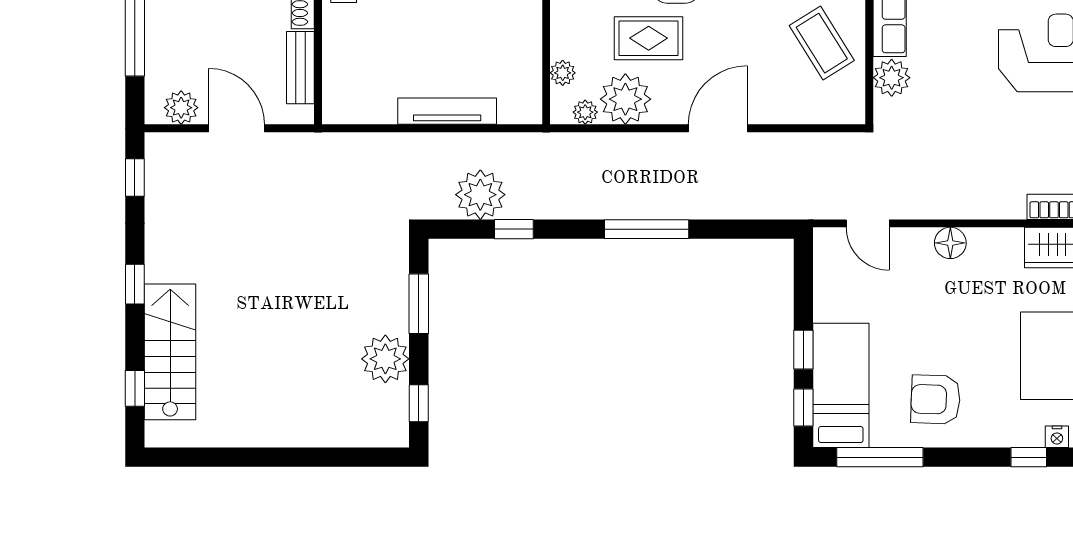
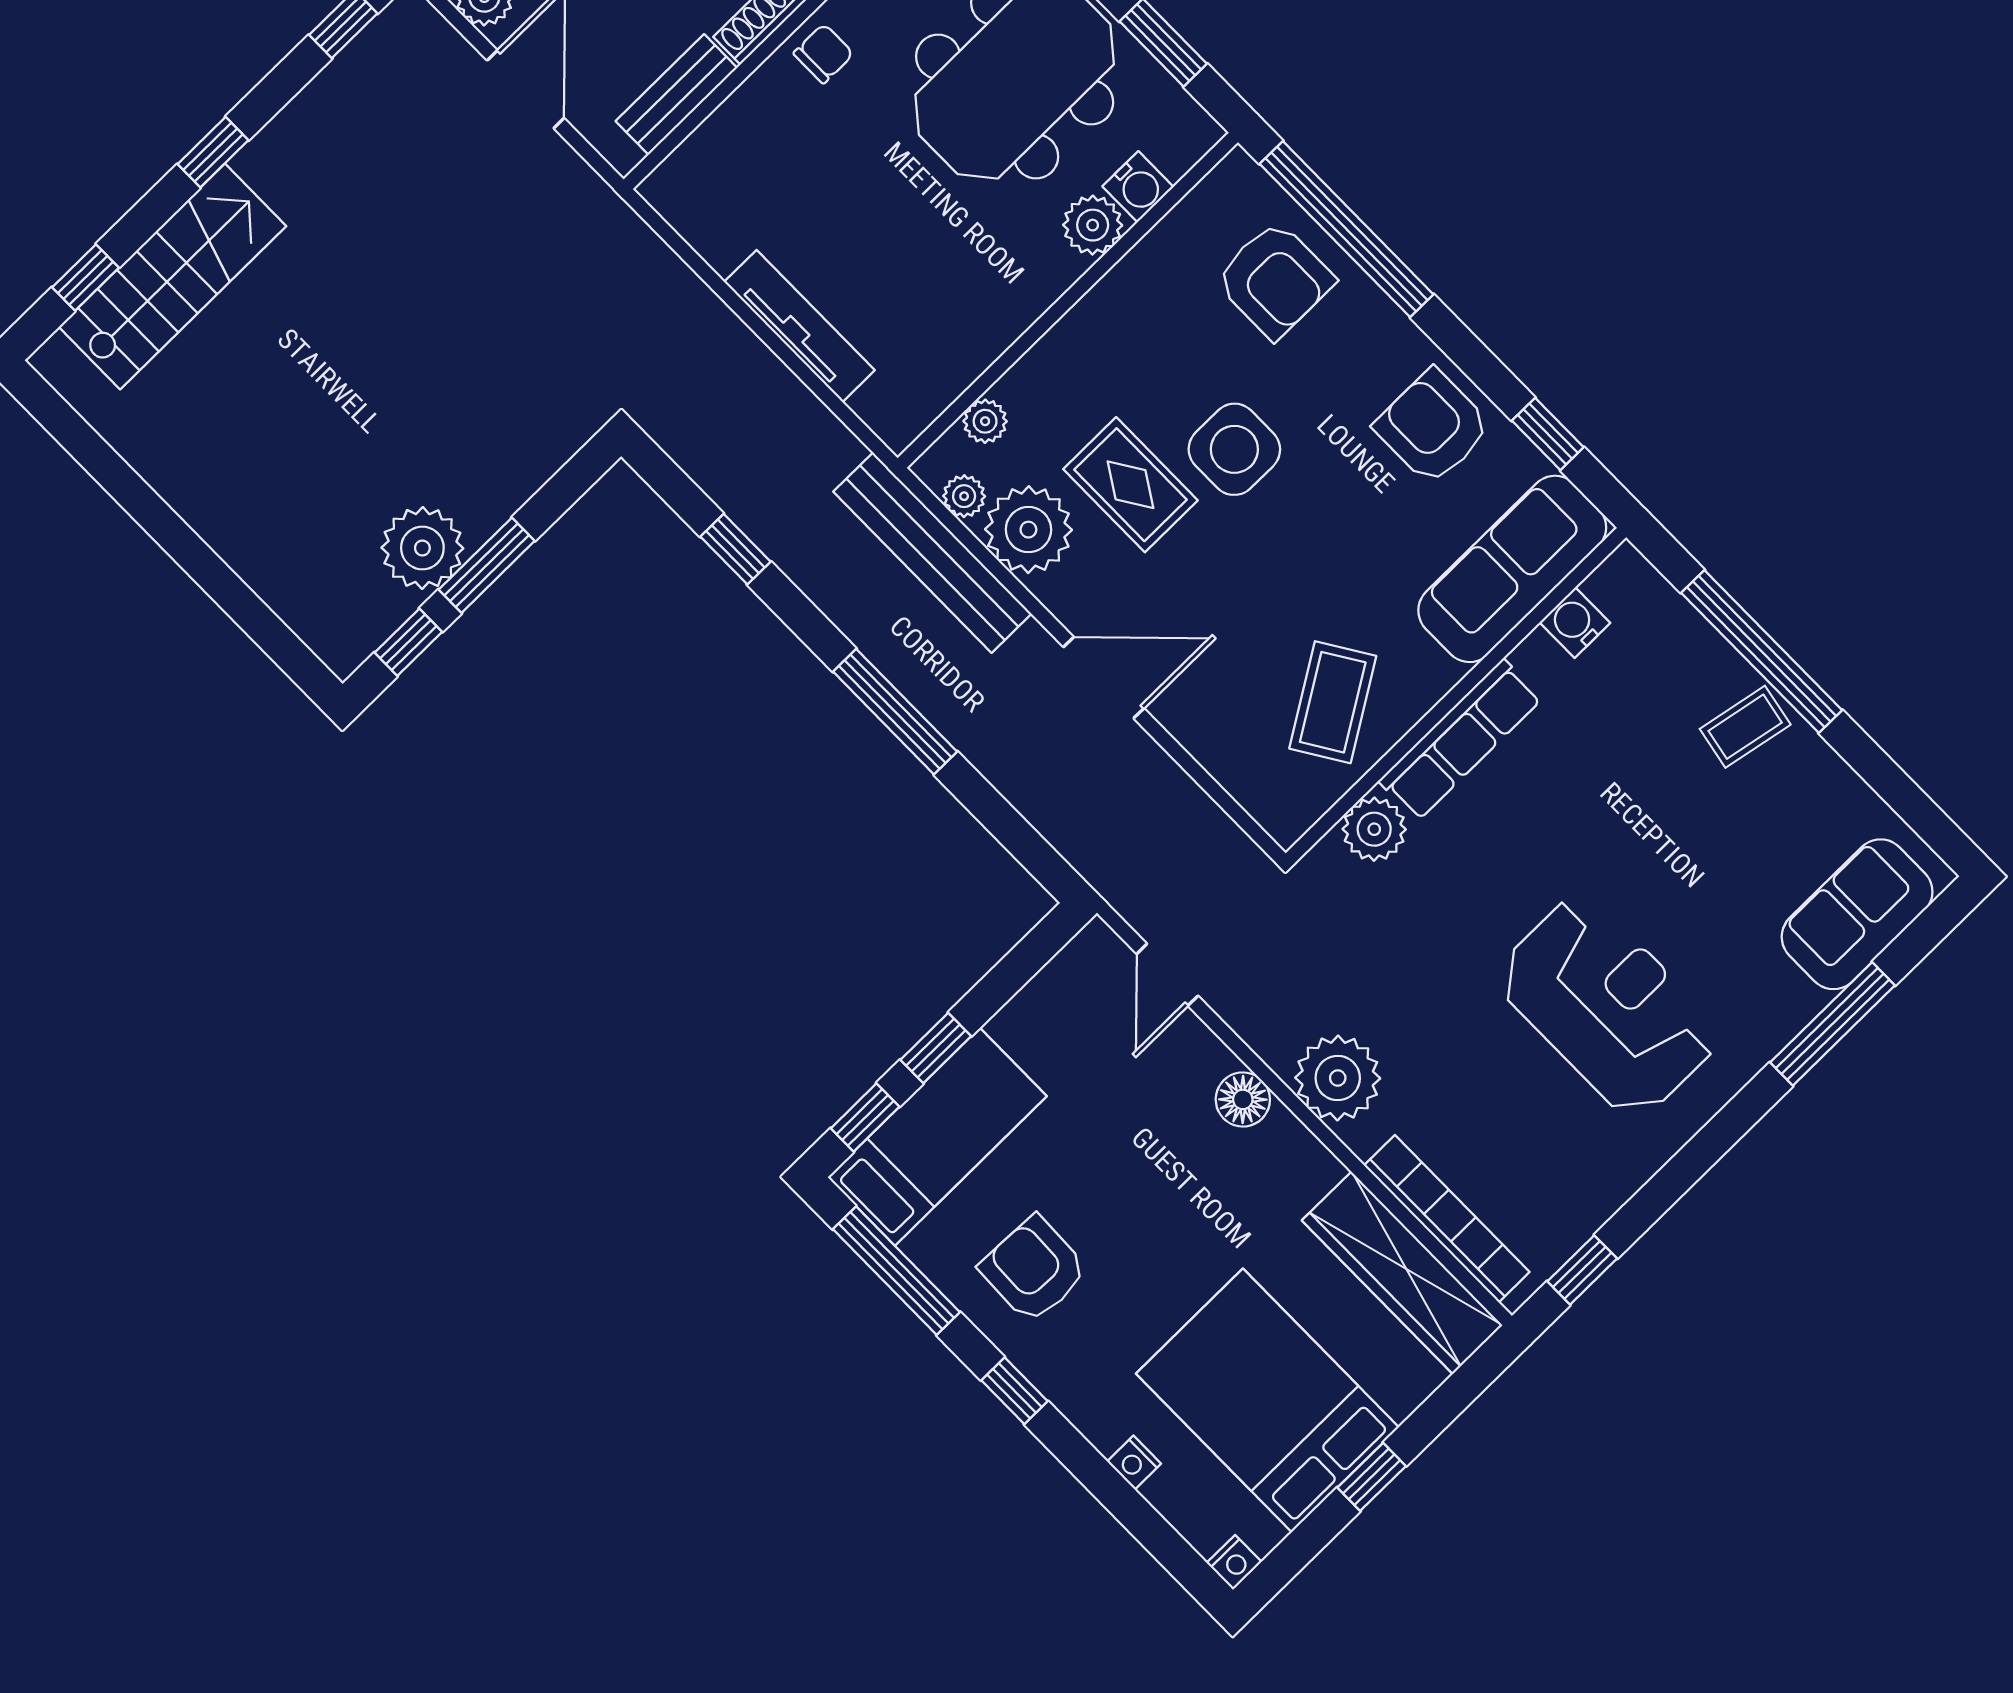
bench: (596, 149) -> (932, 553), added
plant: (480, 195) -> (1338, 1078), moved
window: (419, 304) -> (487, 565), moved
window: (1029, 457) -> (1014, 1391), moved

